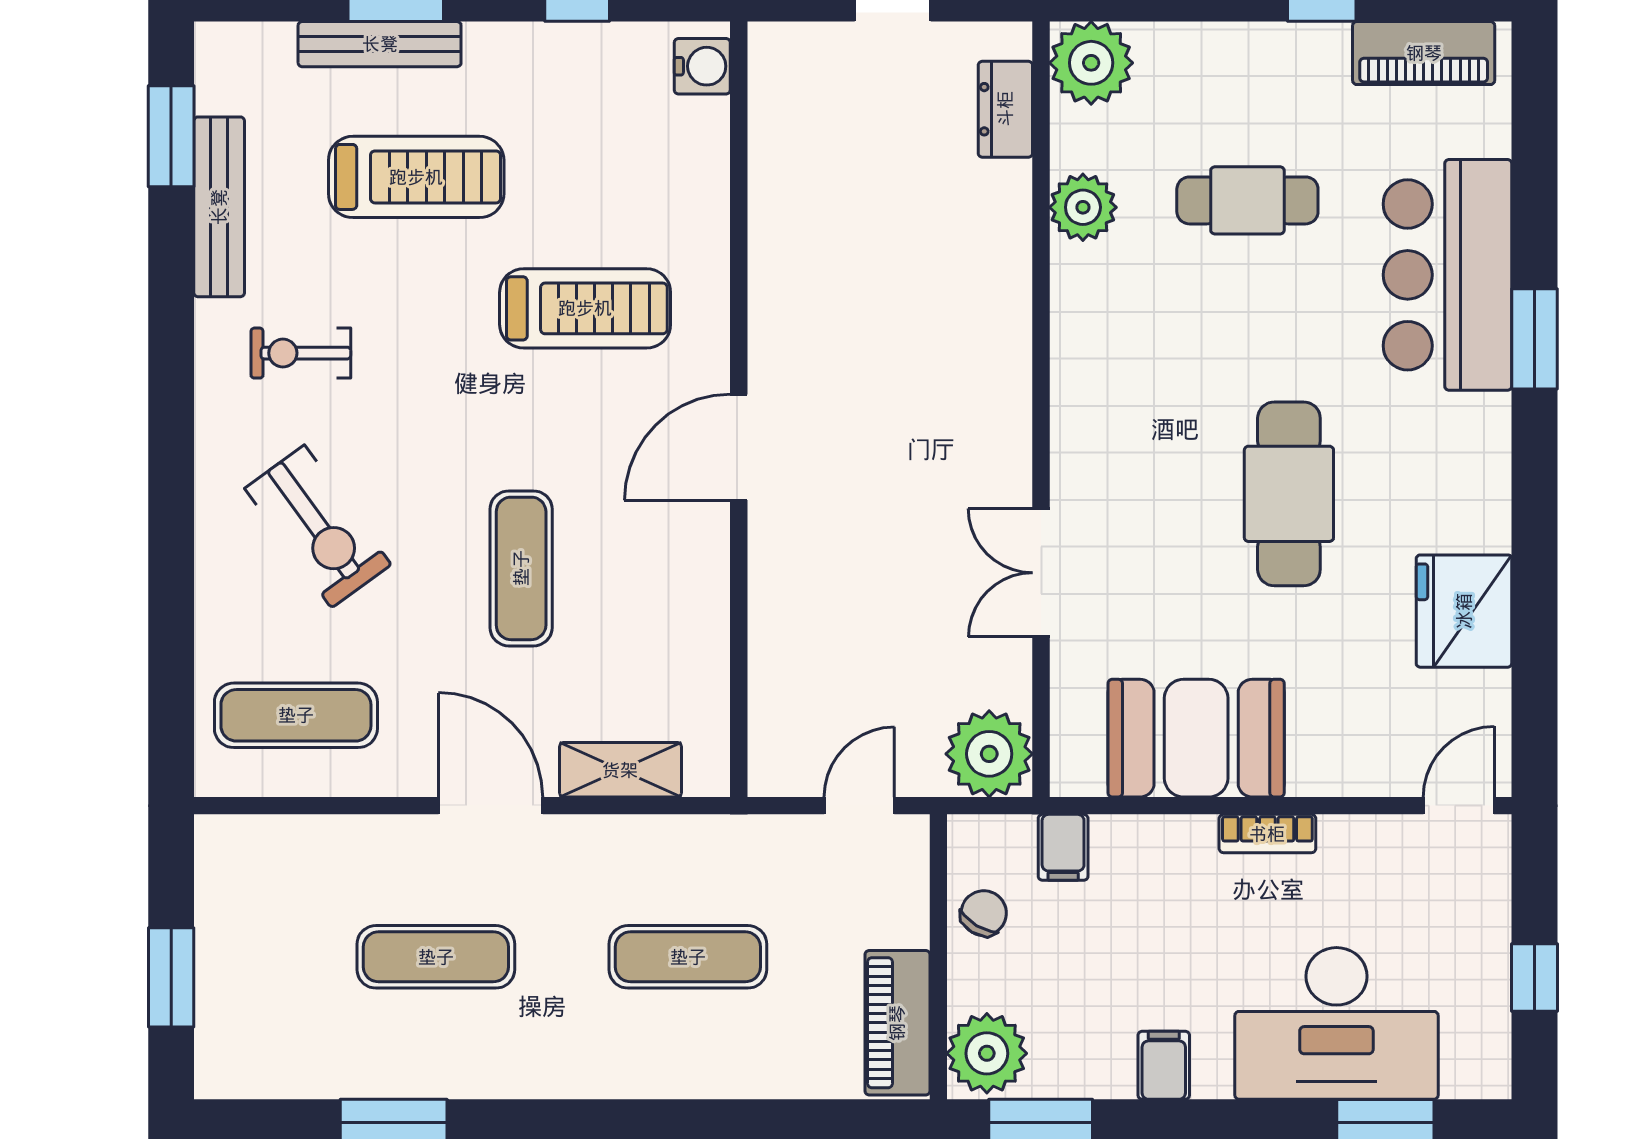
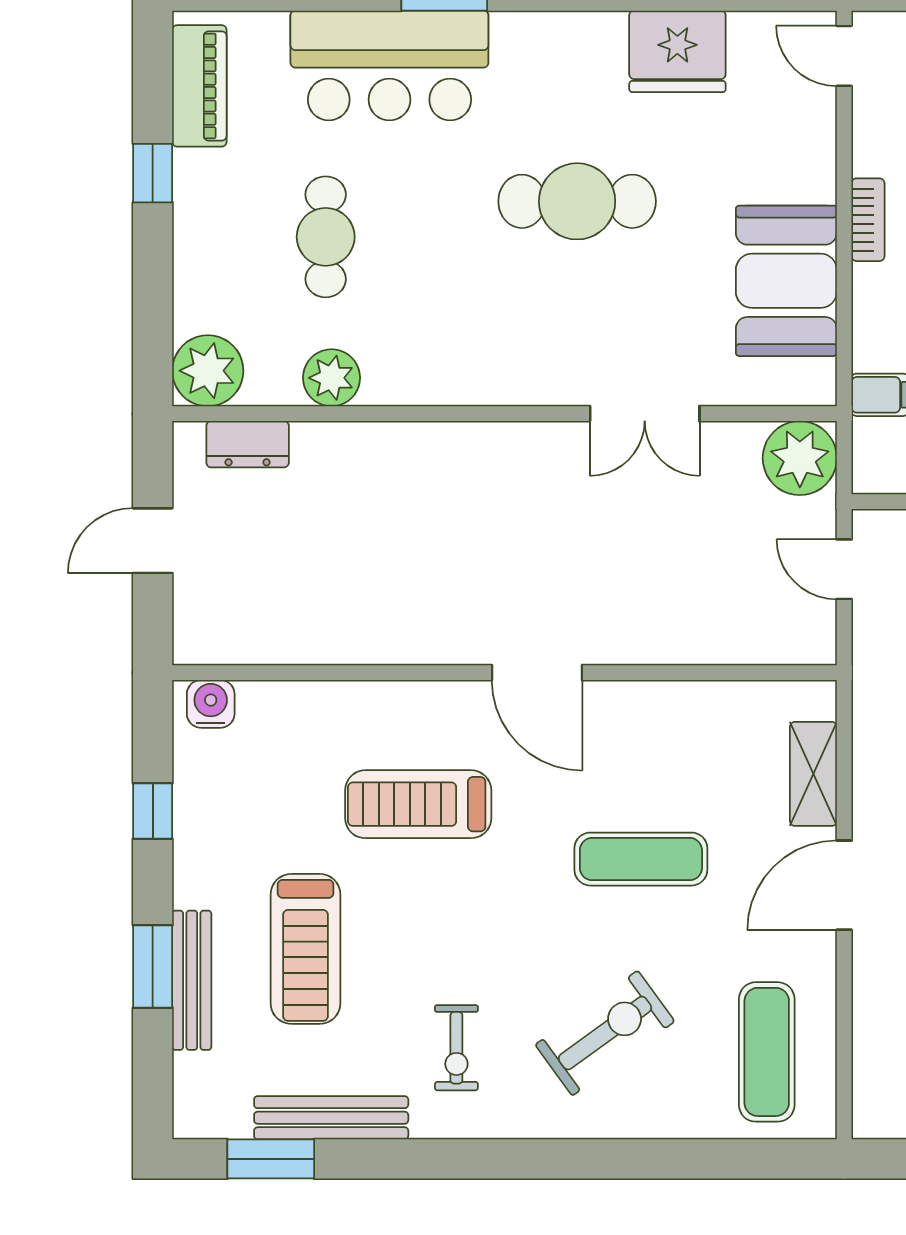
treadmill: (416, 177) -> (306, 949), turned 180
treadmill: (585, 308) -> (418, 804), turned -90

